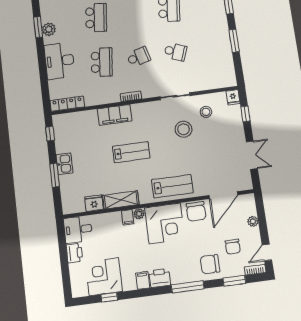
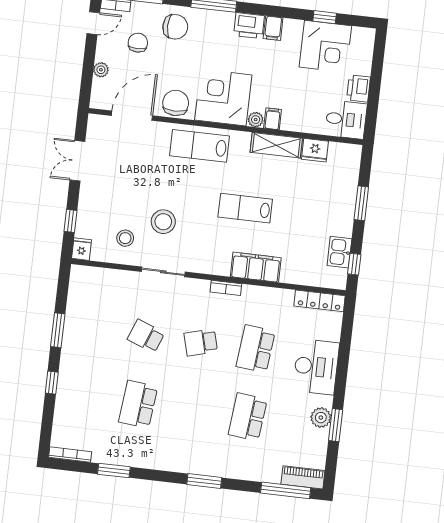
kitchen sink: (64, 164) -> (339, 252), moved

